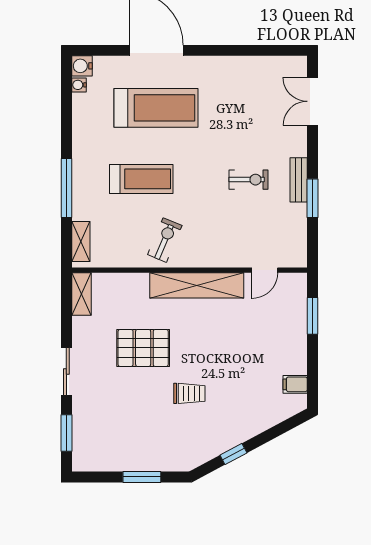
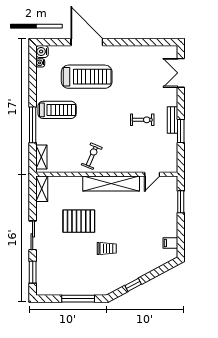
treadmill: (141, 179) -> (57, 110), moved
window: (142, 477) -> (78, 299), width x1.44

